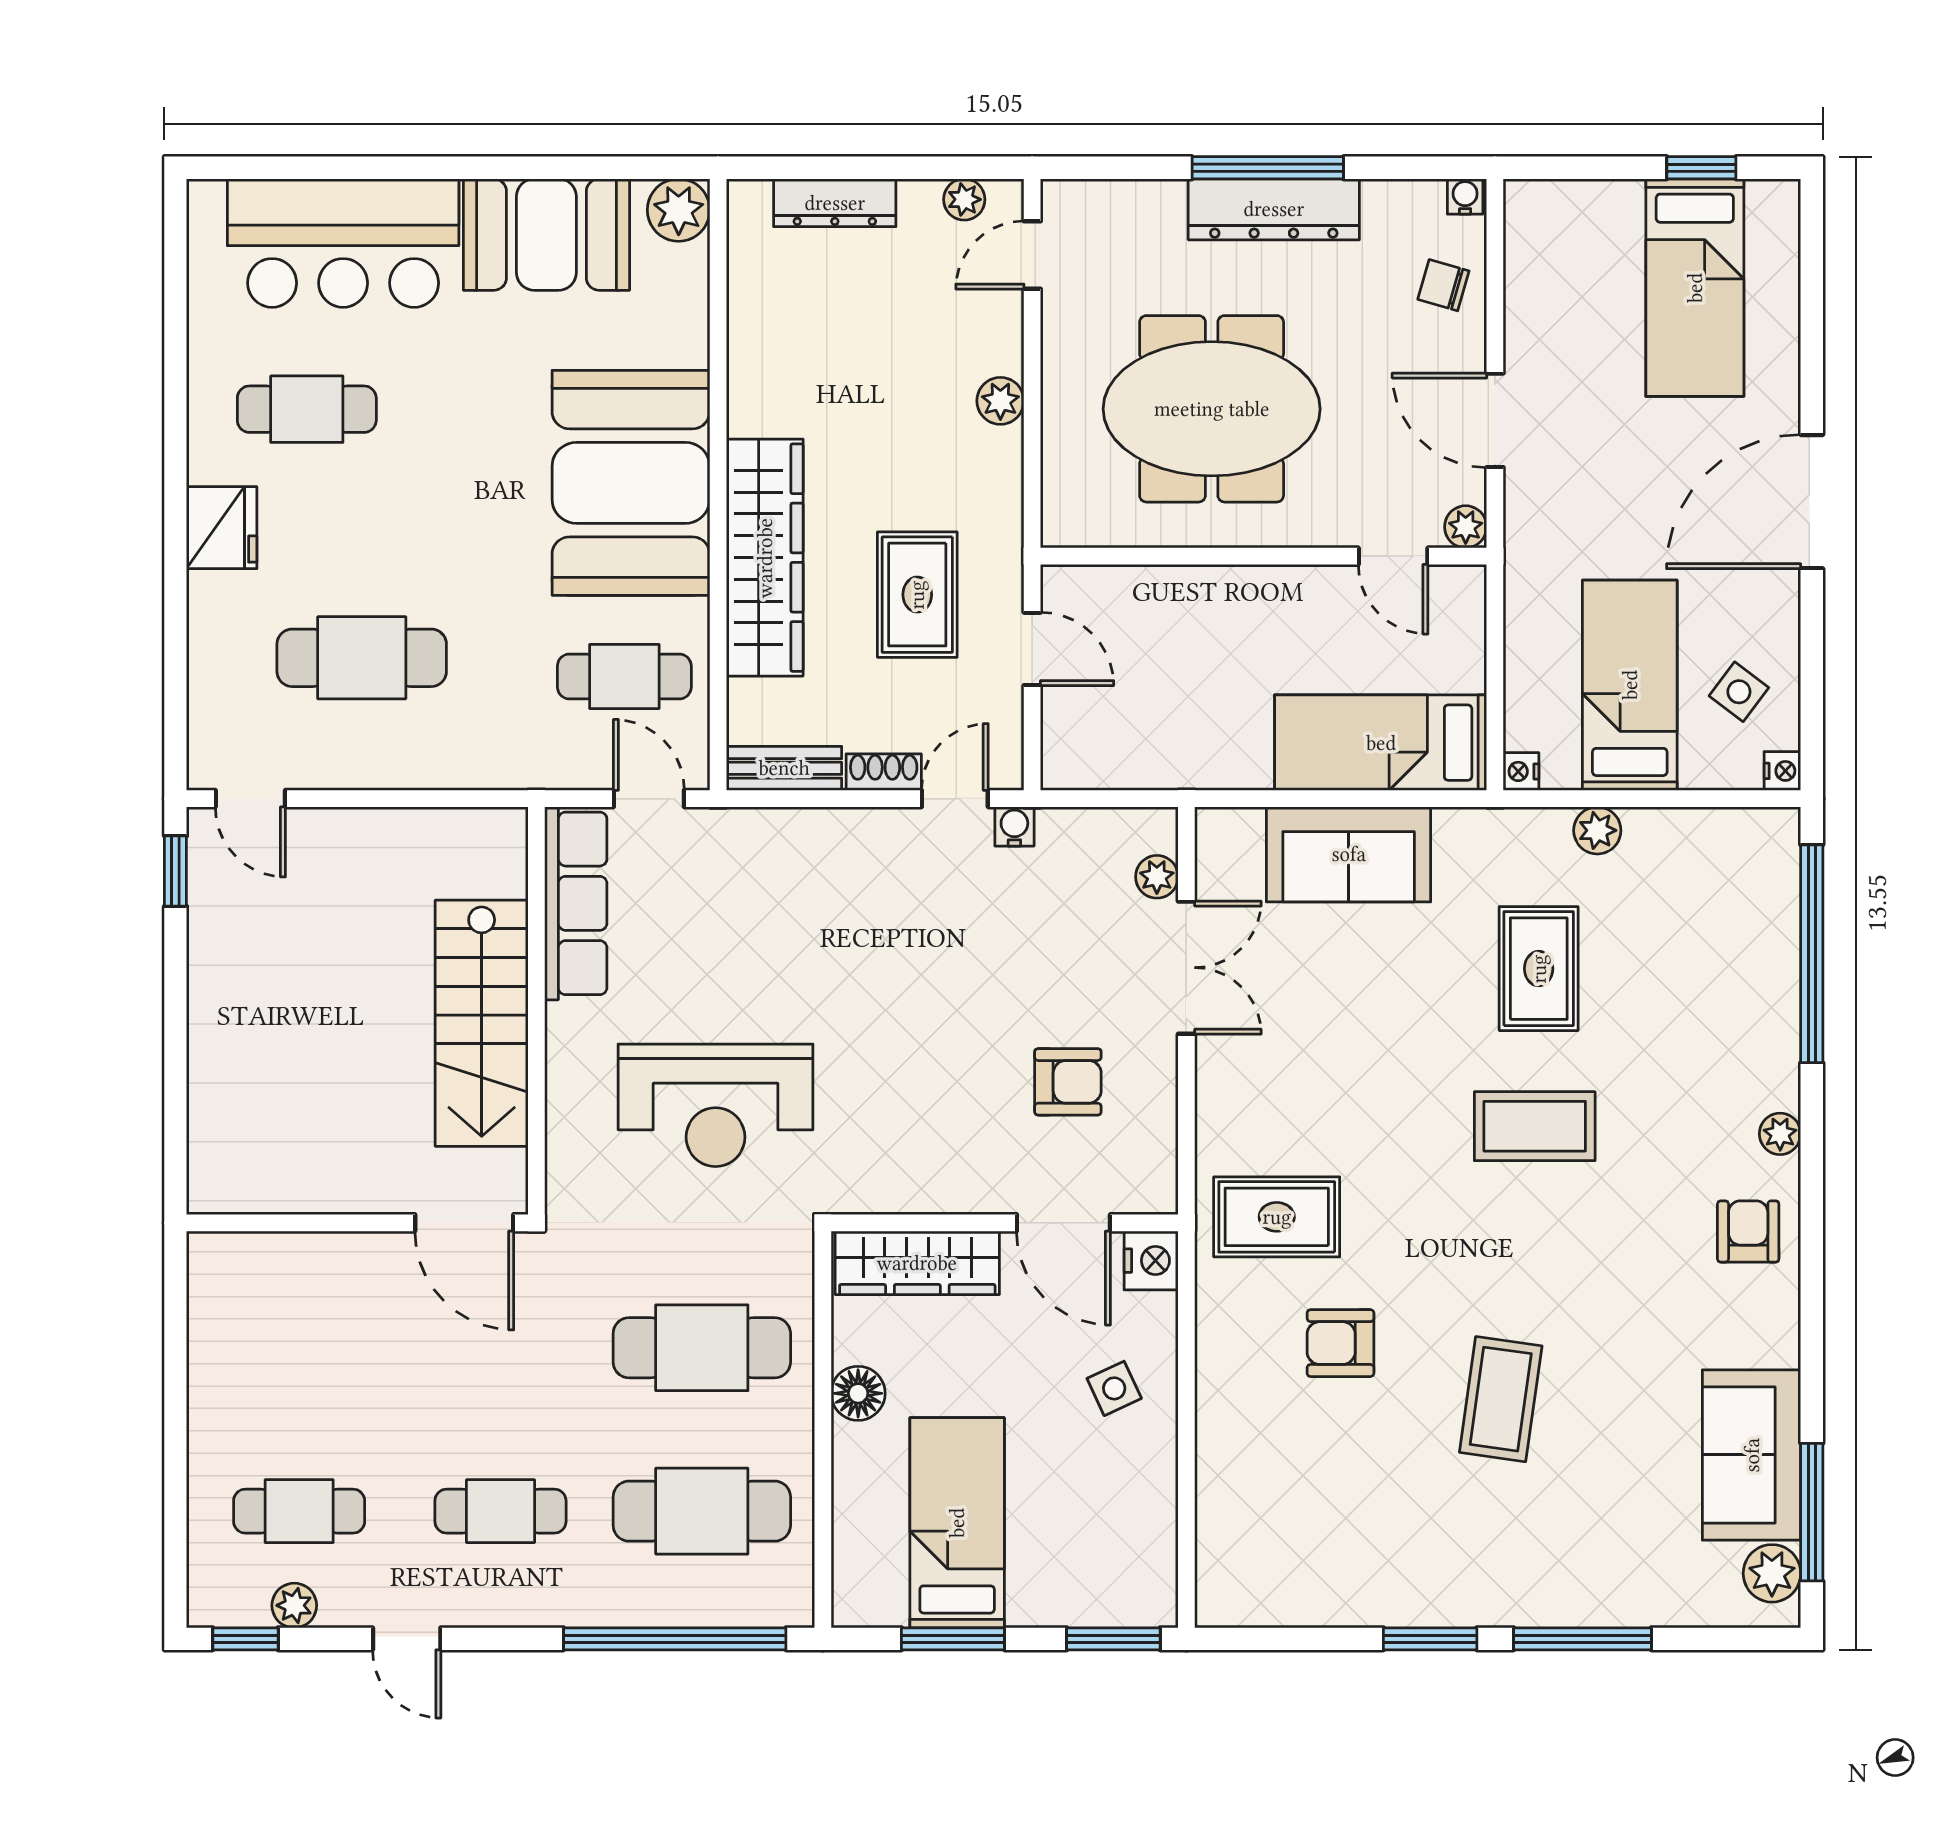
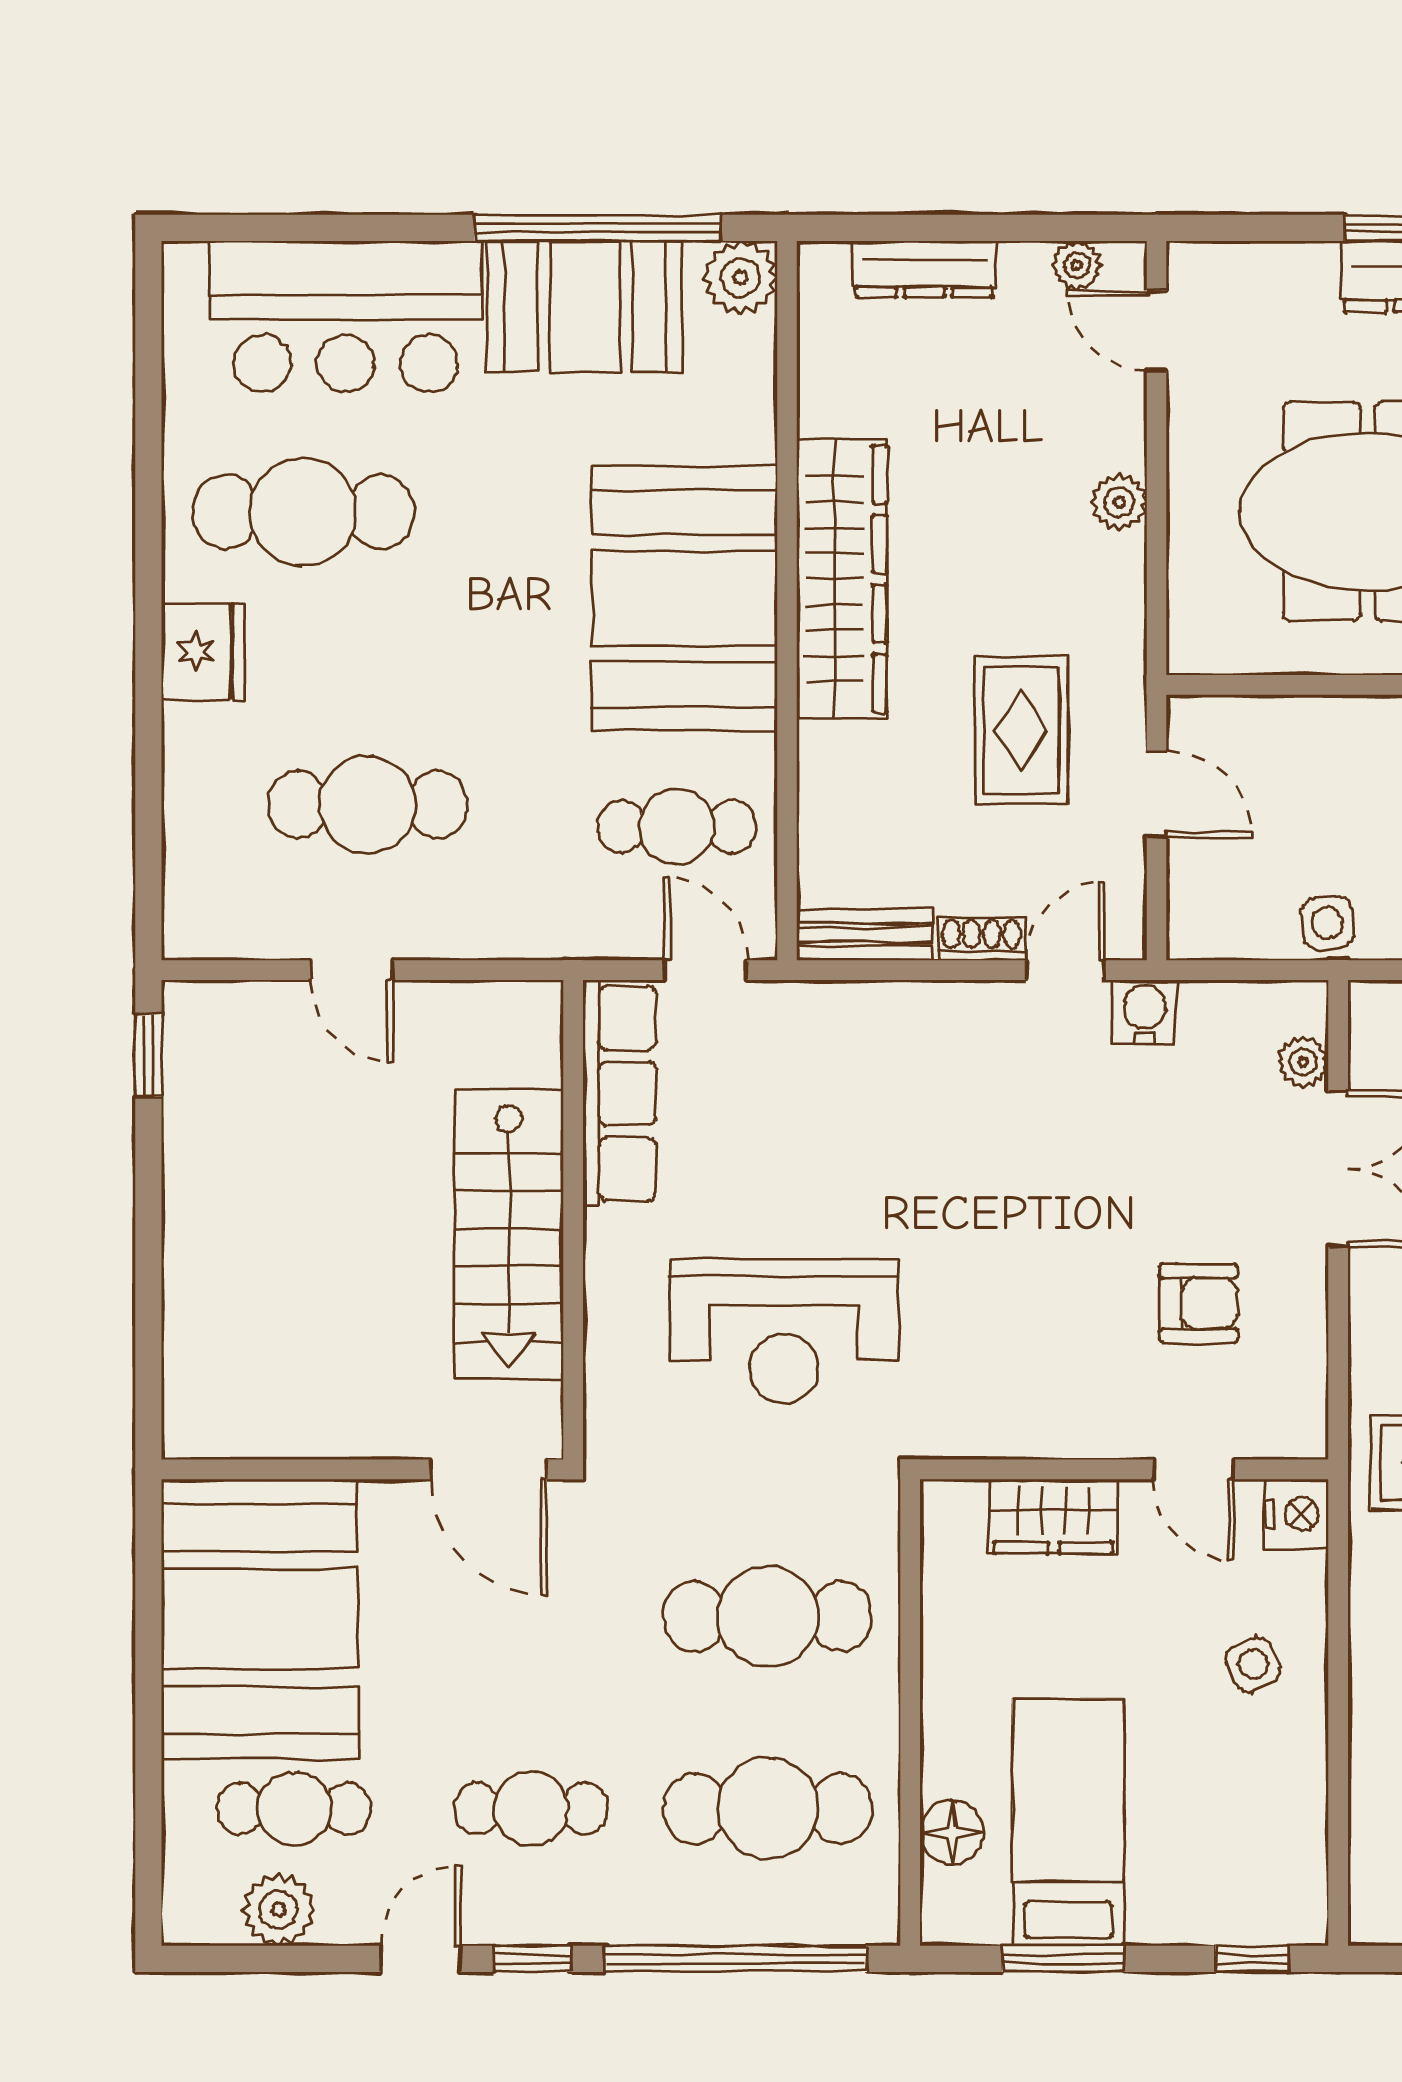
window: (557, 168) -> (597, 228), added
door: (1032, 255) -> (1157, 331), hinge flipped
cafe table: (307, 409) -> (303, 512), width x1.37, depth x1.35
wardrobe: (765, 558) -> (842, 579), moved
side table: (1177, 758) -> (1327, 923), added
door: (250, 799) -> (352, 970), moved
water cooler: (1014, 826) -> (1144, 1012), width x1.38, depth x1.38
door: (1063, 1223) -> (1193, 1469), width x0.73
wardrobe: (917, 1263) -> (1054, 1516), width x0.67
booth: (270, 1350) -> (260, 1619), added
floor lamp: (858, 1393) -> (952, 1832), moved
plant: (294, 1605) -> (278, 1910), width x1.38, depth x1.38
window: (245, 1639) -> (533, 1959), moved
door: (407, 1639) -> (421, 1959), swing flipped
window: (1113, 1639) -> (1252, 1959), width x0.67

